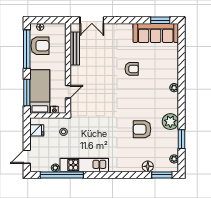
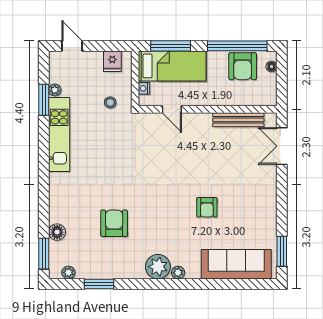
sofa: (156, 33) -> (236, 264), moved, turned 90
plant: (170, 122) -> (158, 267), moved
window: (62, 175) -> (44, 100), width x0.47

